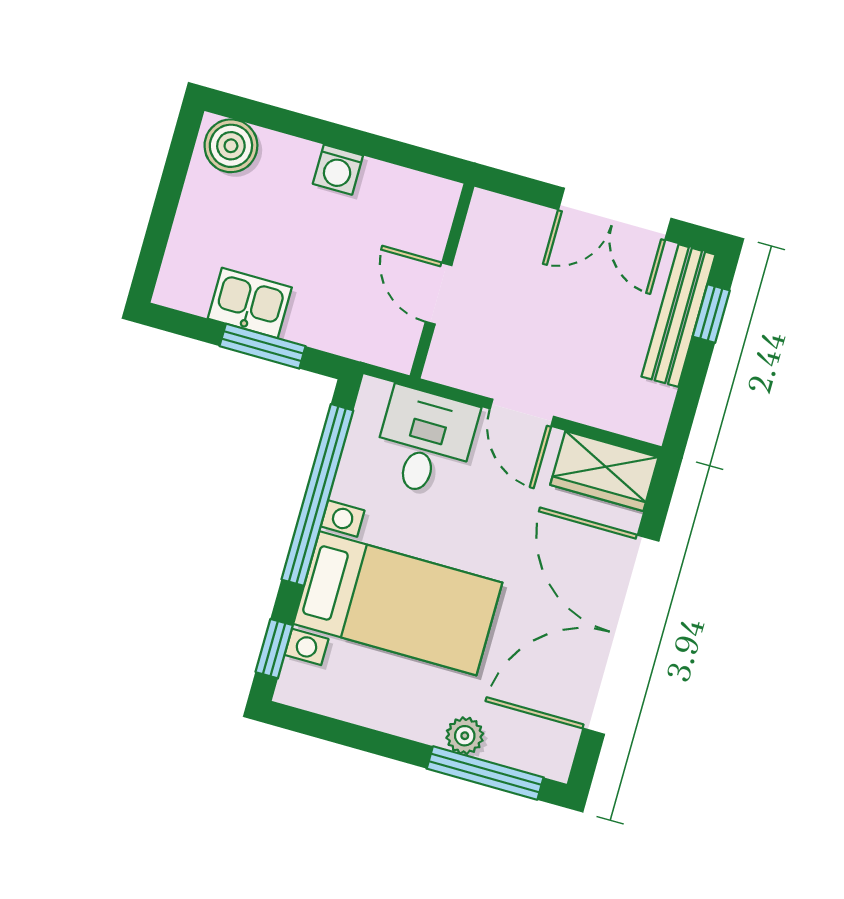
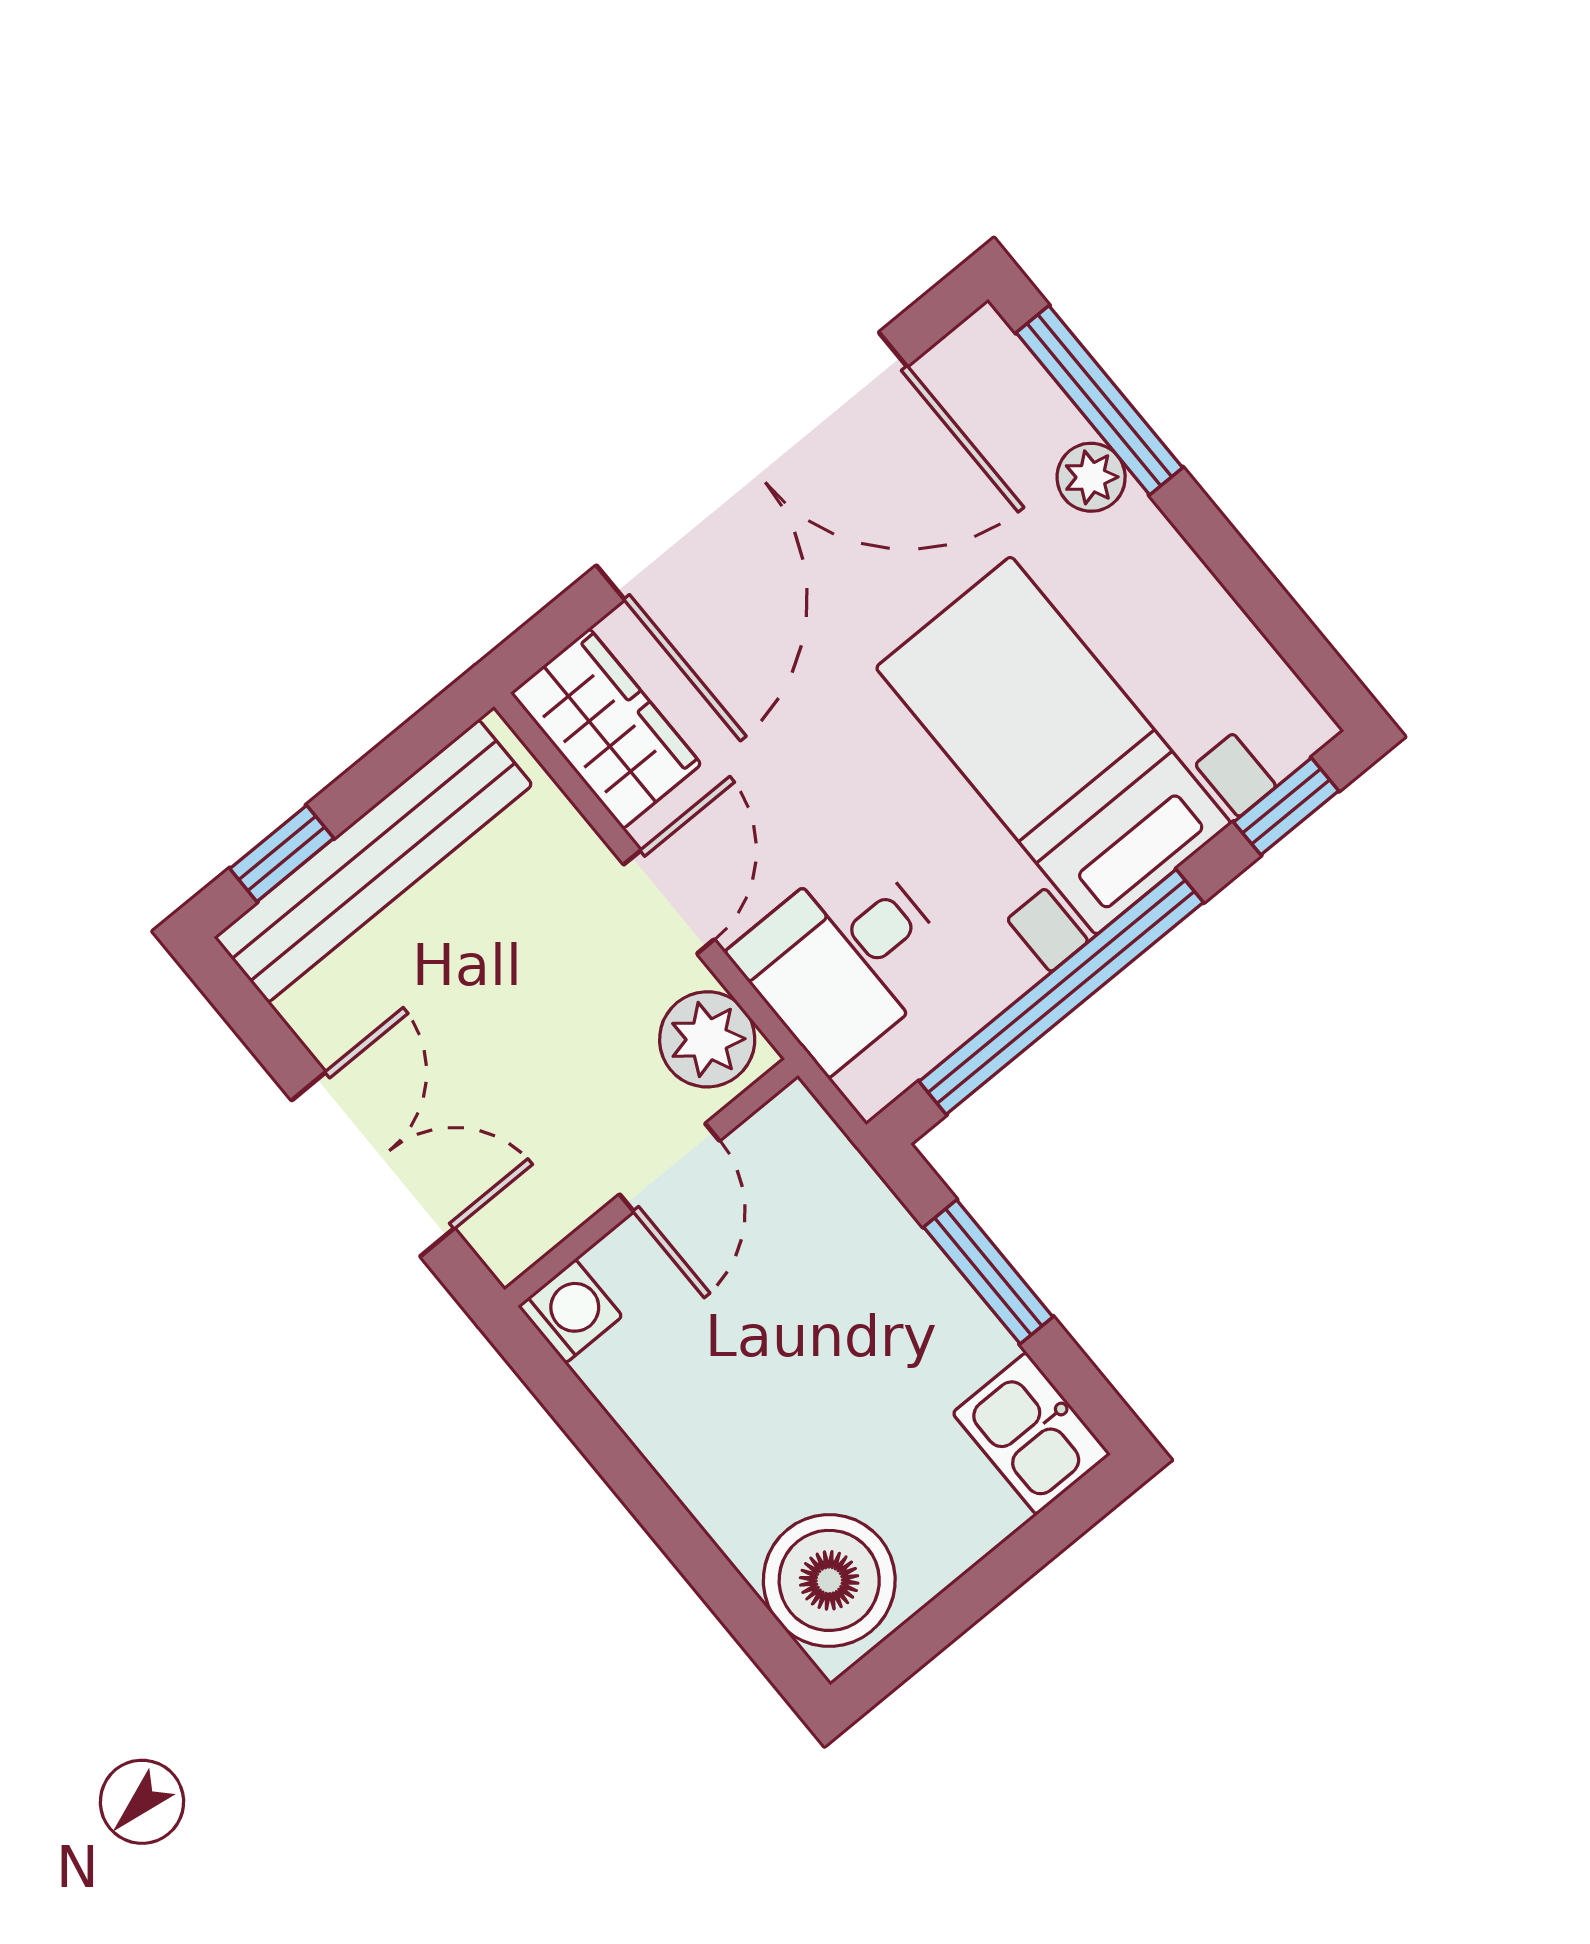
boiler: (231, 146) -> (829, 1580), width x1.37, depth x1.37
washing machine: (338, 170) -> (570, 1311), moved
double door: (615, 214) -> (373, 1164), moved
kitchen sink: (250, 303) -> (1031, 1434), moved
bench: (678, 316) -> (373, 861), width x1.37, depth x1.21
plant: (462, 363) -> (707, 1039), added

